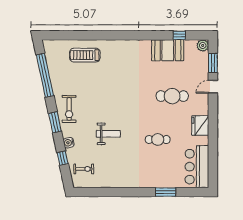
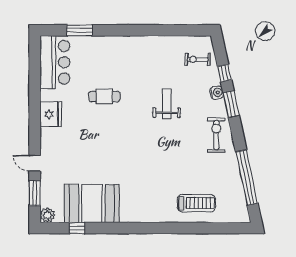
booth: (168, 50) -> (92, 204), width x1.36, depth x1.42
door: (213, 87) -> (35, 163), swing flipped
cafe table: (172, 96) -> (86, 151), removed
window: (55, 122) -> (231, 104), moved
weight bench: (108, 134) -> (167, 104), turned 90
window: (166, 192) -> (80, 30), moved

